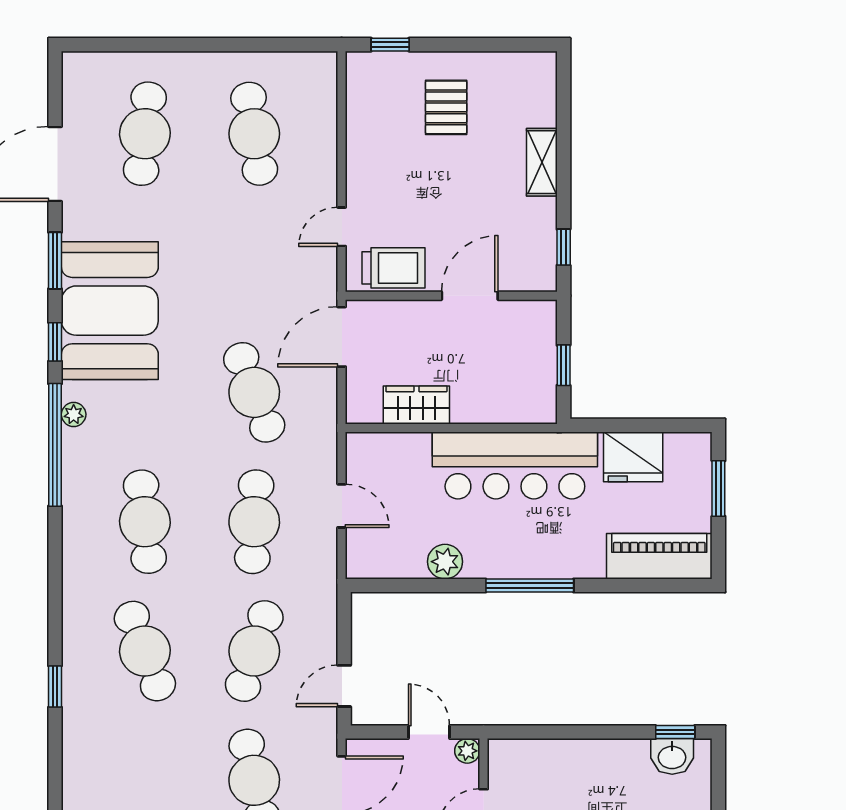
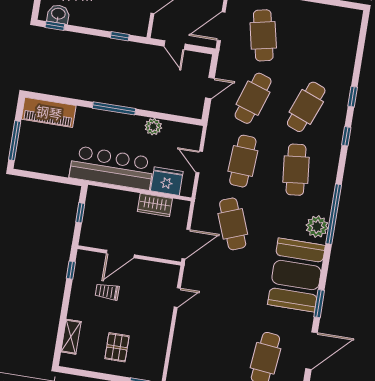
cafe table: (254, 134) -> (212, 350), removed
shelving: (542, 162) -> (71, 337), moved
trolley: (394, 268) -> (107, 292), moved, width x0.73, depth x0.72
window: (55, 342) -> (346, 136), moved
plant: (74, 414) -> (317, 227), width x1.88, depth x1.88
fridge: (633, 457) -> (167, 181), moved
window: (718, 489) -> (15, 141), width x1.44
cafe table: (145, 651) -> (306, 107), turned 42
door: (344, 686) -> (210, 88), moved
window: (541, 732) -> (120, 36), added
plant: (467, 751) -> (157, 33), removed

